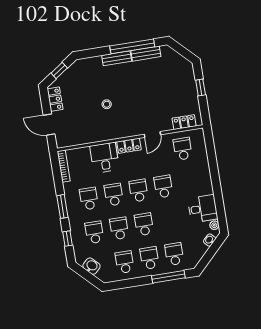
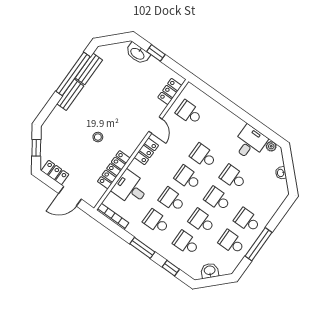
washbasin: (188, 76) -> (138, 53), added
locker: (95, 136) -> (114, 170), added
desk: (105, 158) -> (130, 188), moved
washbasin: (210, 240) -> (281, 173), moved
school desk: (174, 254) -> (233, 177), moved
window: (168, 277) -> (258, 244), moved

